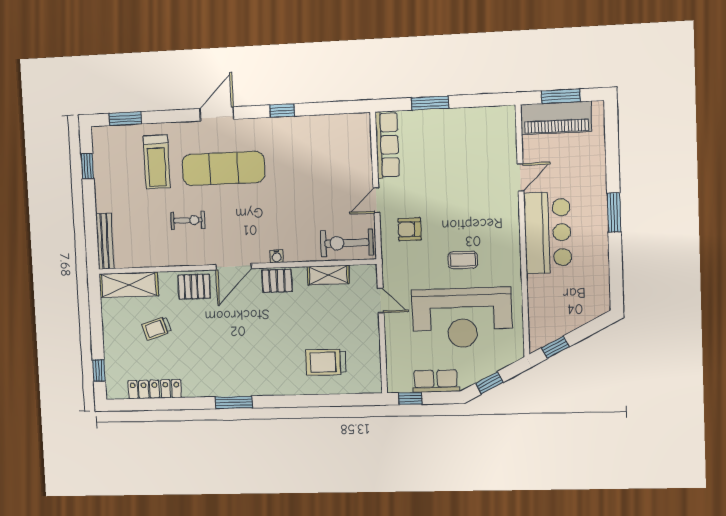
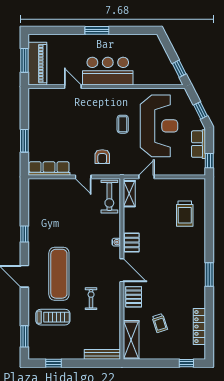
shelving: (328, 275) -> (129, 194), moved

